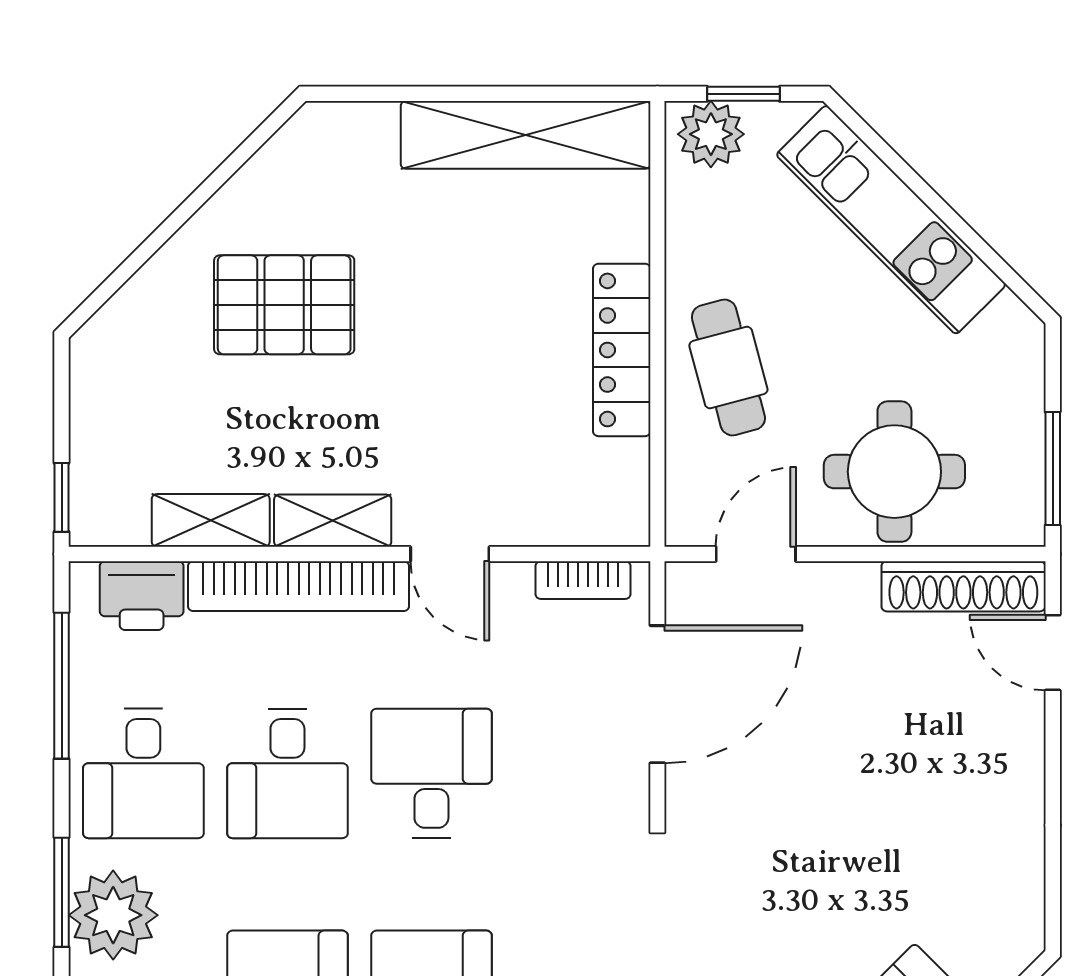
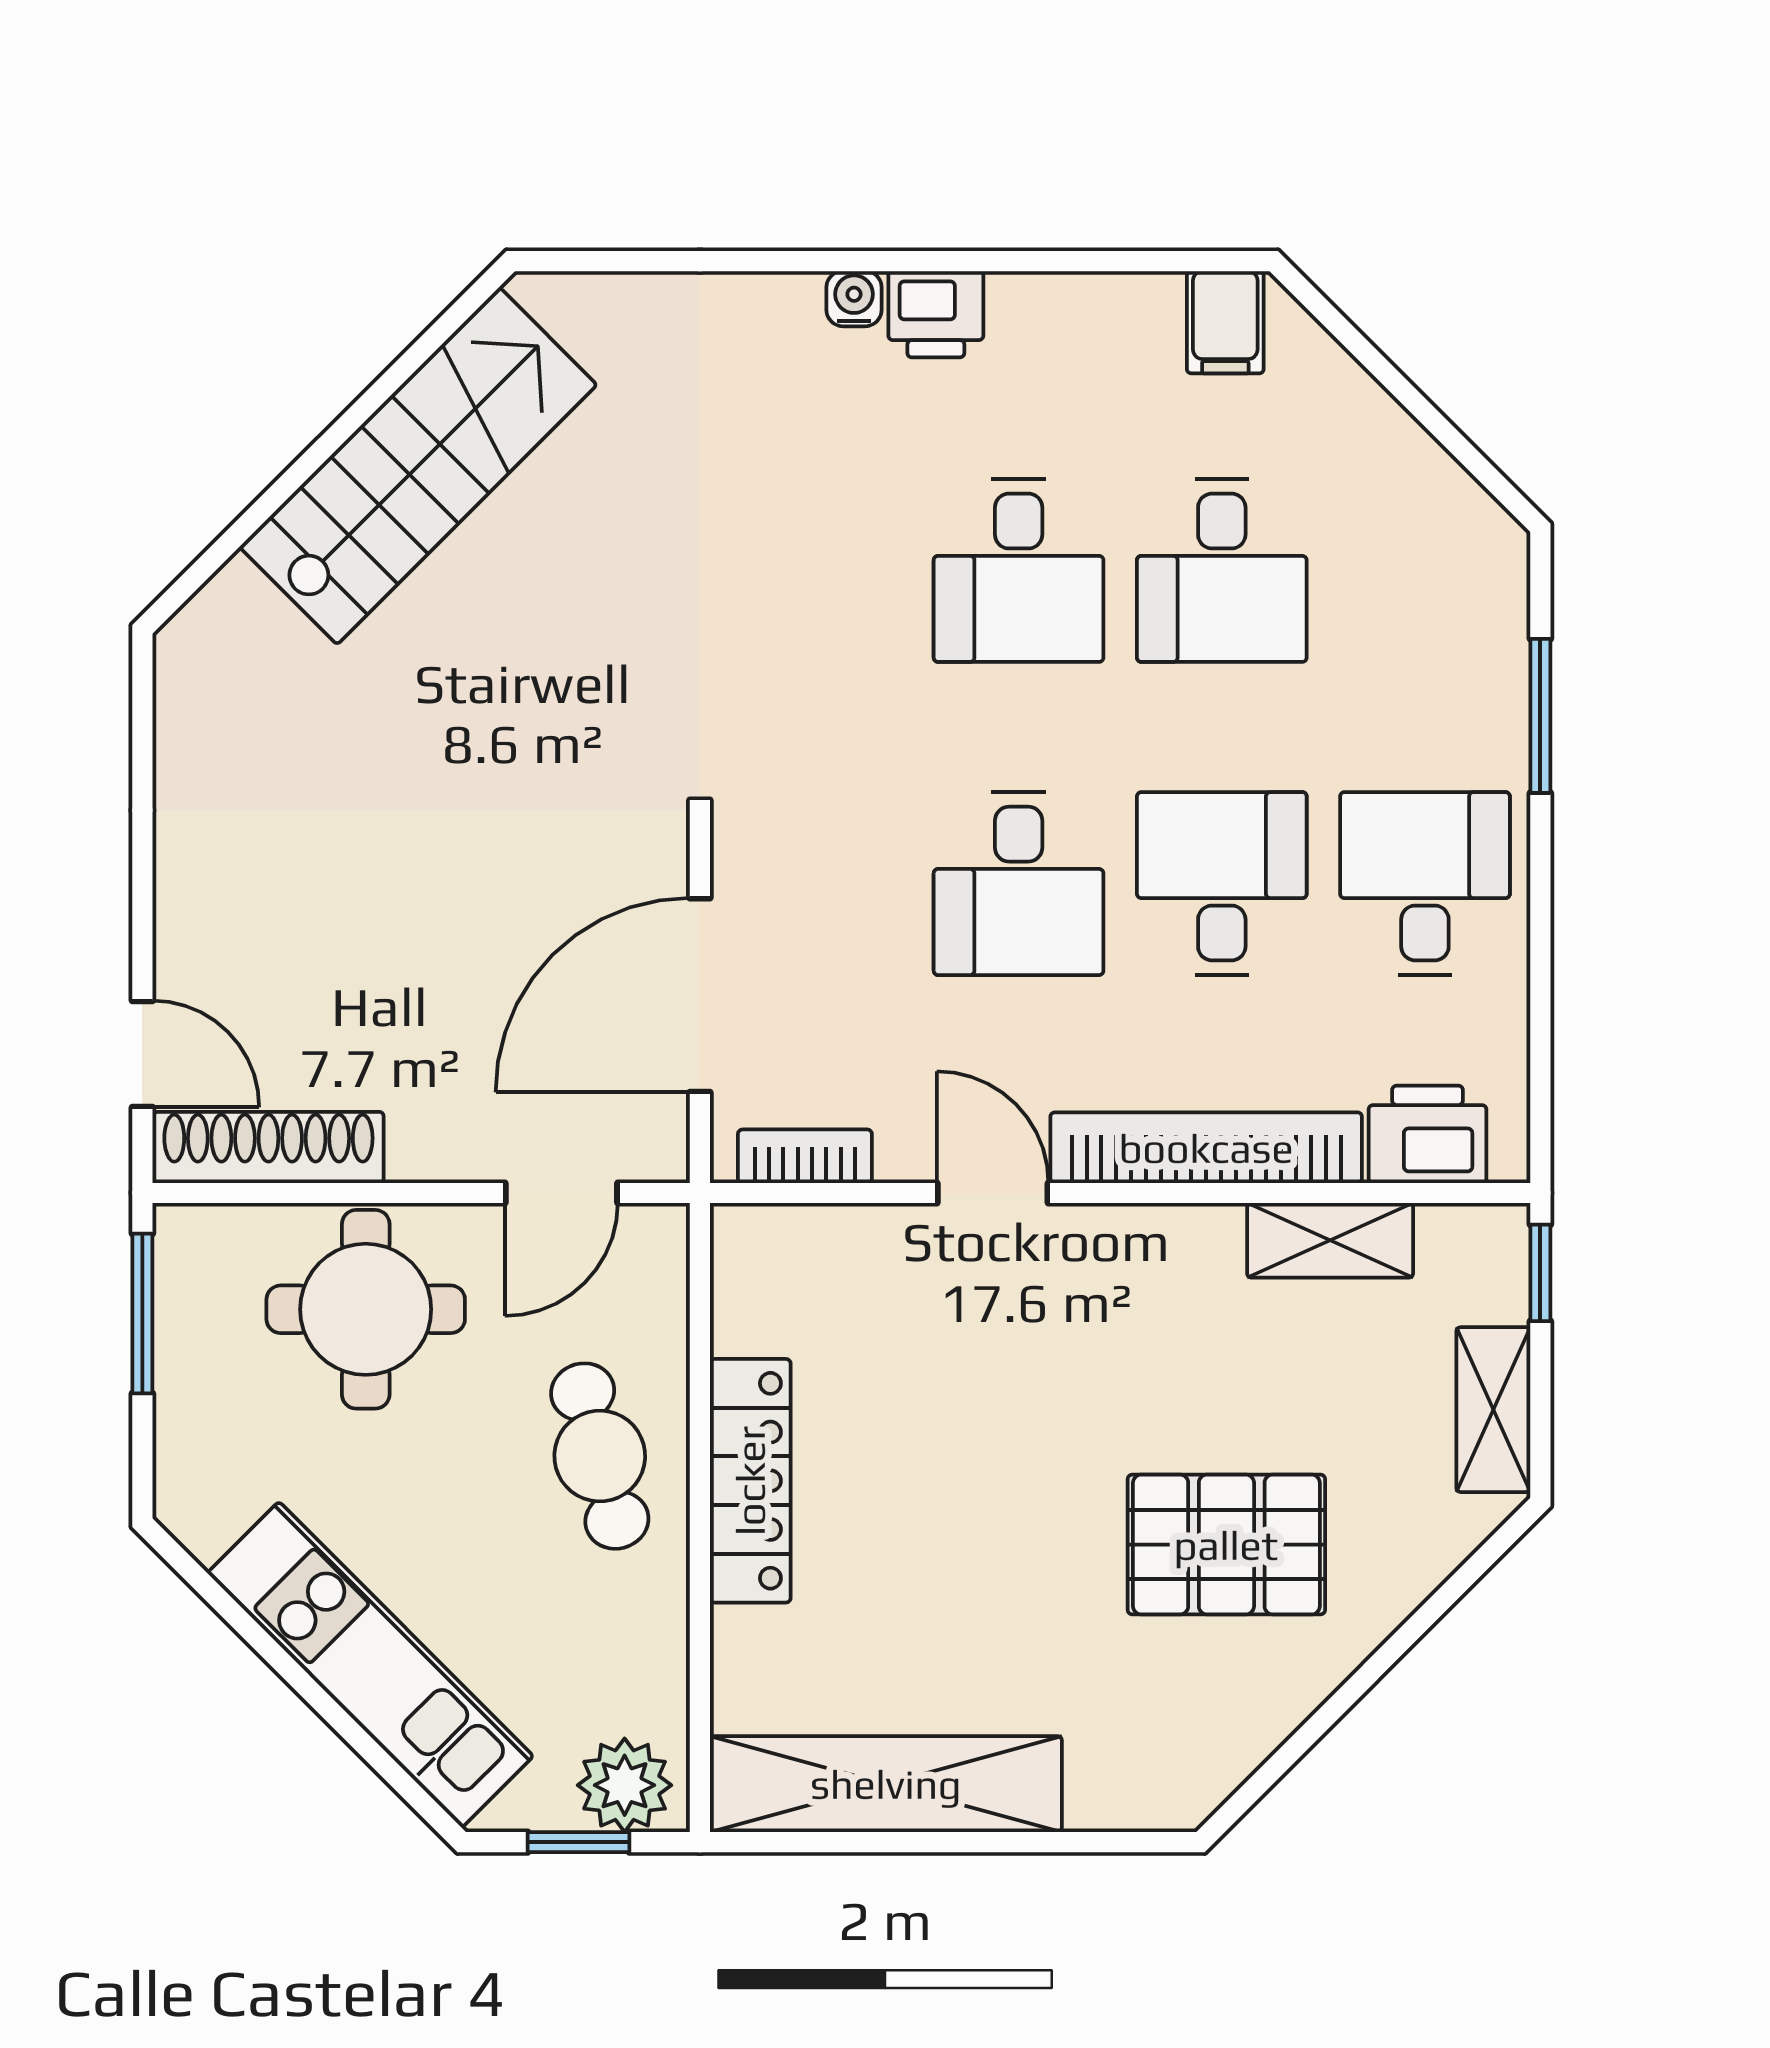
shelving: (333, 521) -> (1493, 1410), moved, turned 90
window: (62, 686) -> (1540, 1007), removed
plant: (113, 915) -> (1468, 684), removed

